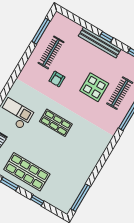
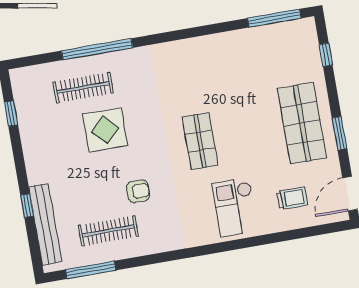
window: (106, 37) -> (27, 206), moved
bench: (100, 42) -> (45, 224), moved
window: (37, 200) -> (326, 55), moved

